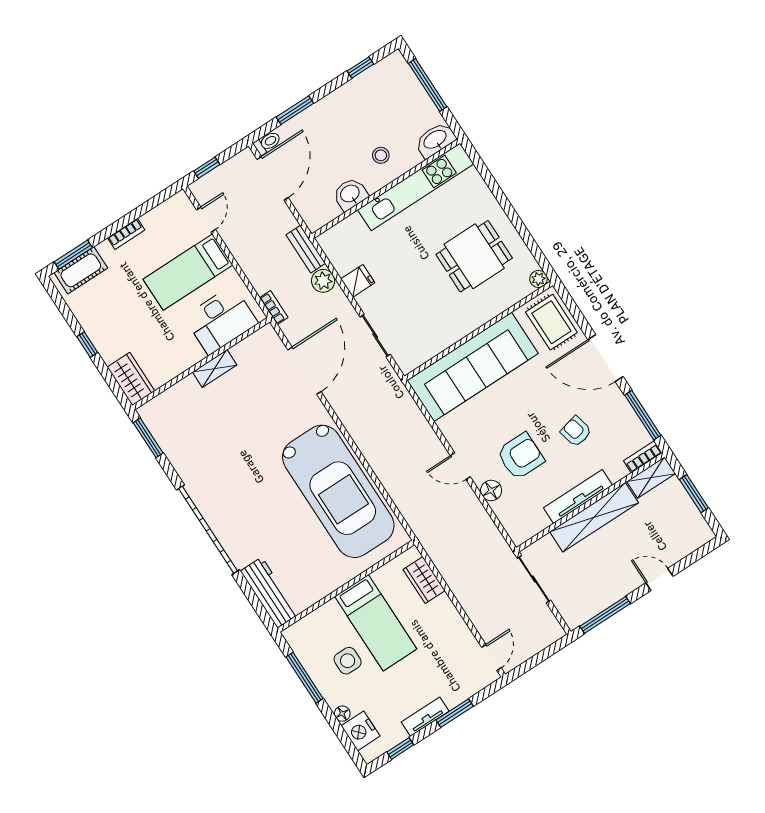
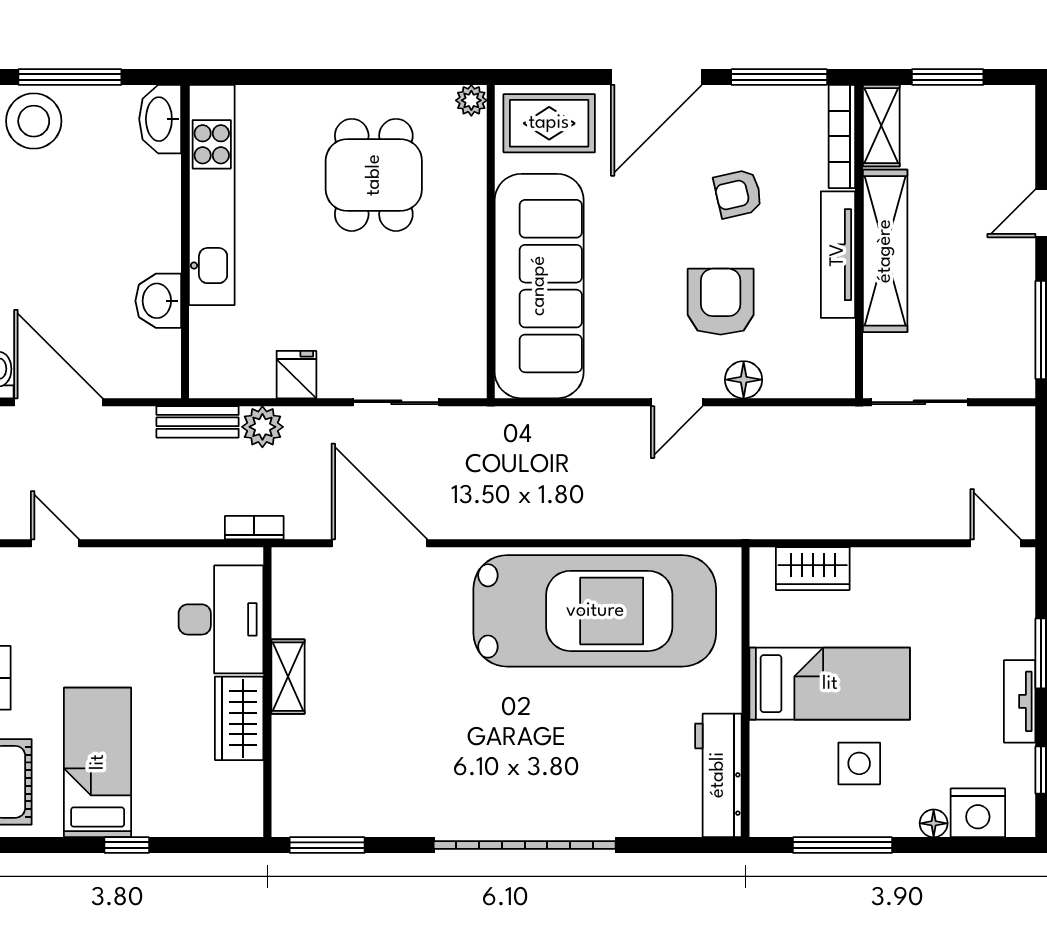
stool: (381, 155) -> (34, 121), moved, width x1.89, depth x1.89
bed: (188, 272) -> (98, 762), moved, turned 180
wardrobe: (131, 379) -> (239, 718), moved, turned -90
bookcase: (643, 457) -> (842, 136), width x1.56
workbench: (270, 593) -> (718, 775), moved, turned -90

